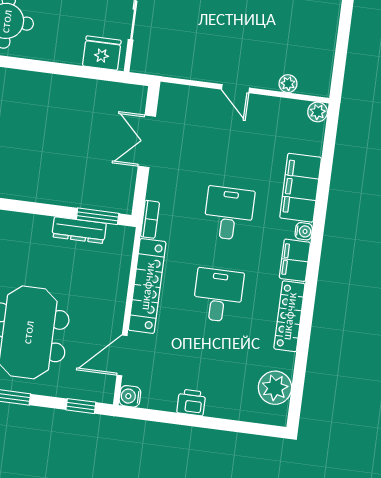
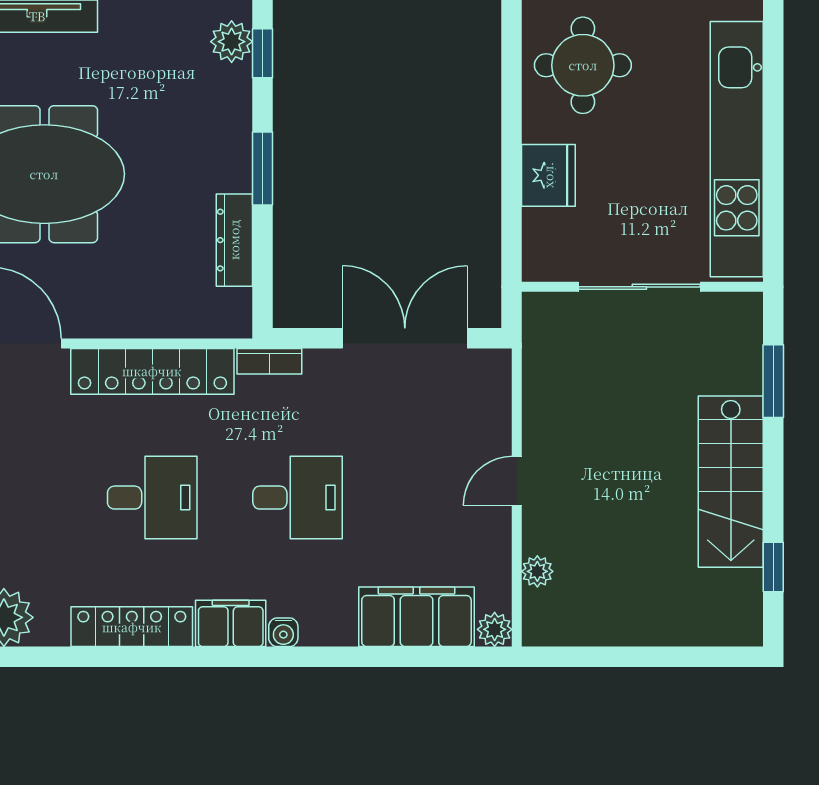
fridge: (102, 53) -> (548, 175), moved
double door: (147, 141) -> (405, 338), width x1.37
filing cabinet: (301, 188) -> (416, 617), moved
window: (98, 216) -> (263, 169), moved

